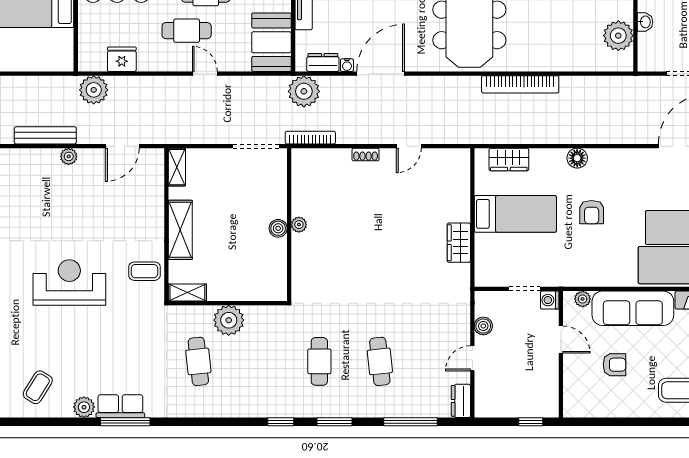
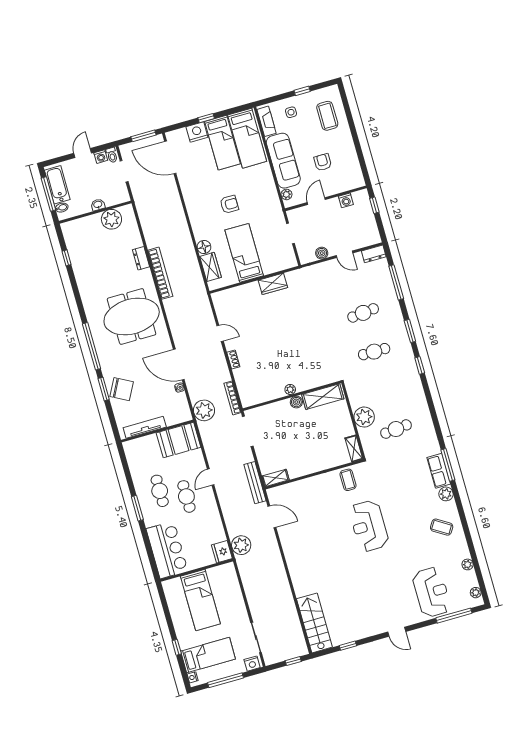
fridge: (122, 59) -> (222, 552), moved
dresser: (323, 63) -> (141, 258), moved
bench: (45, 135) -> (255, 483), moved
plant: (69, 156) -> (288, 549), removed
floor lamp: (577, 158) -> (204, 247), moved
shelving: (180, 230) -> (323, 397), moved
washing machine: (550, 300) -> (346, 200), moved

